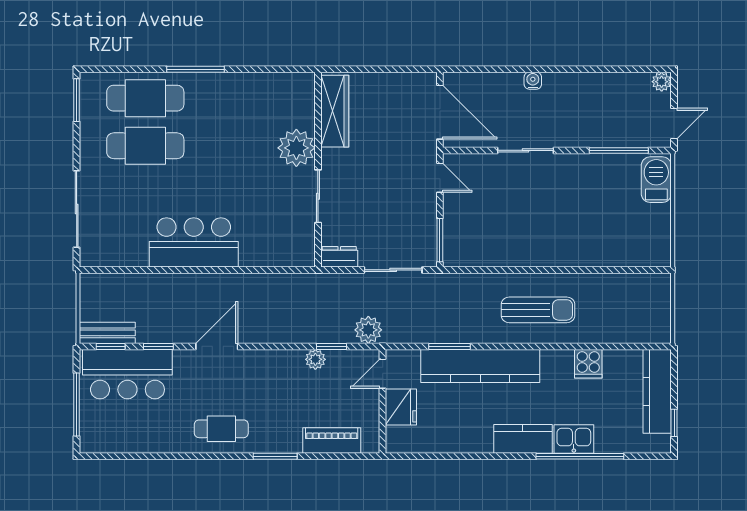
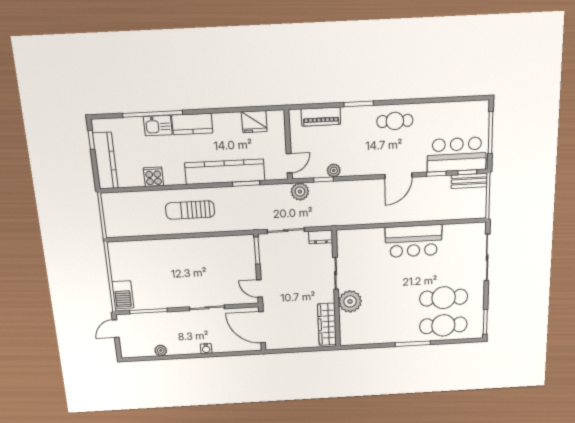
plant: (662, 82) -> (161, 350), moved
fridge: (401, 407) -> (254, 122), moved, turned -90

